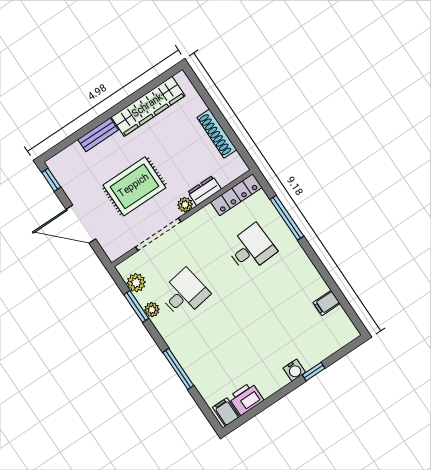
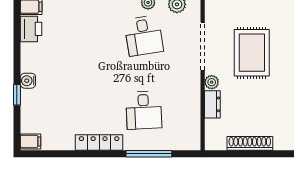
locker: (236, 195) -> (99, 143), moved, turned 90
filing cabinet: (327, 303) -> (31, 141), moved, turned 90

